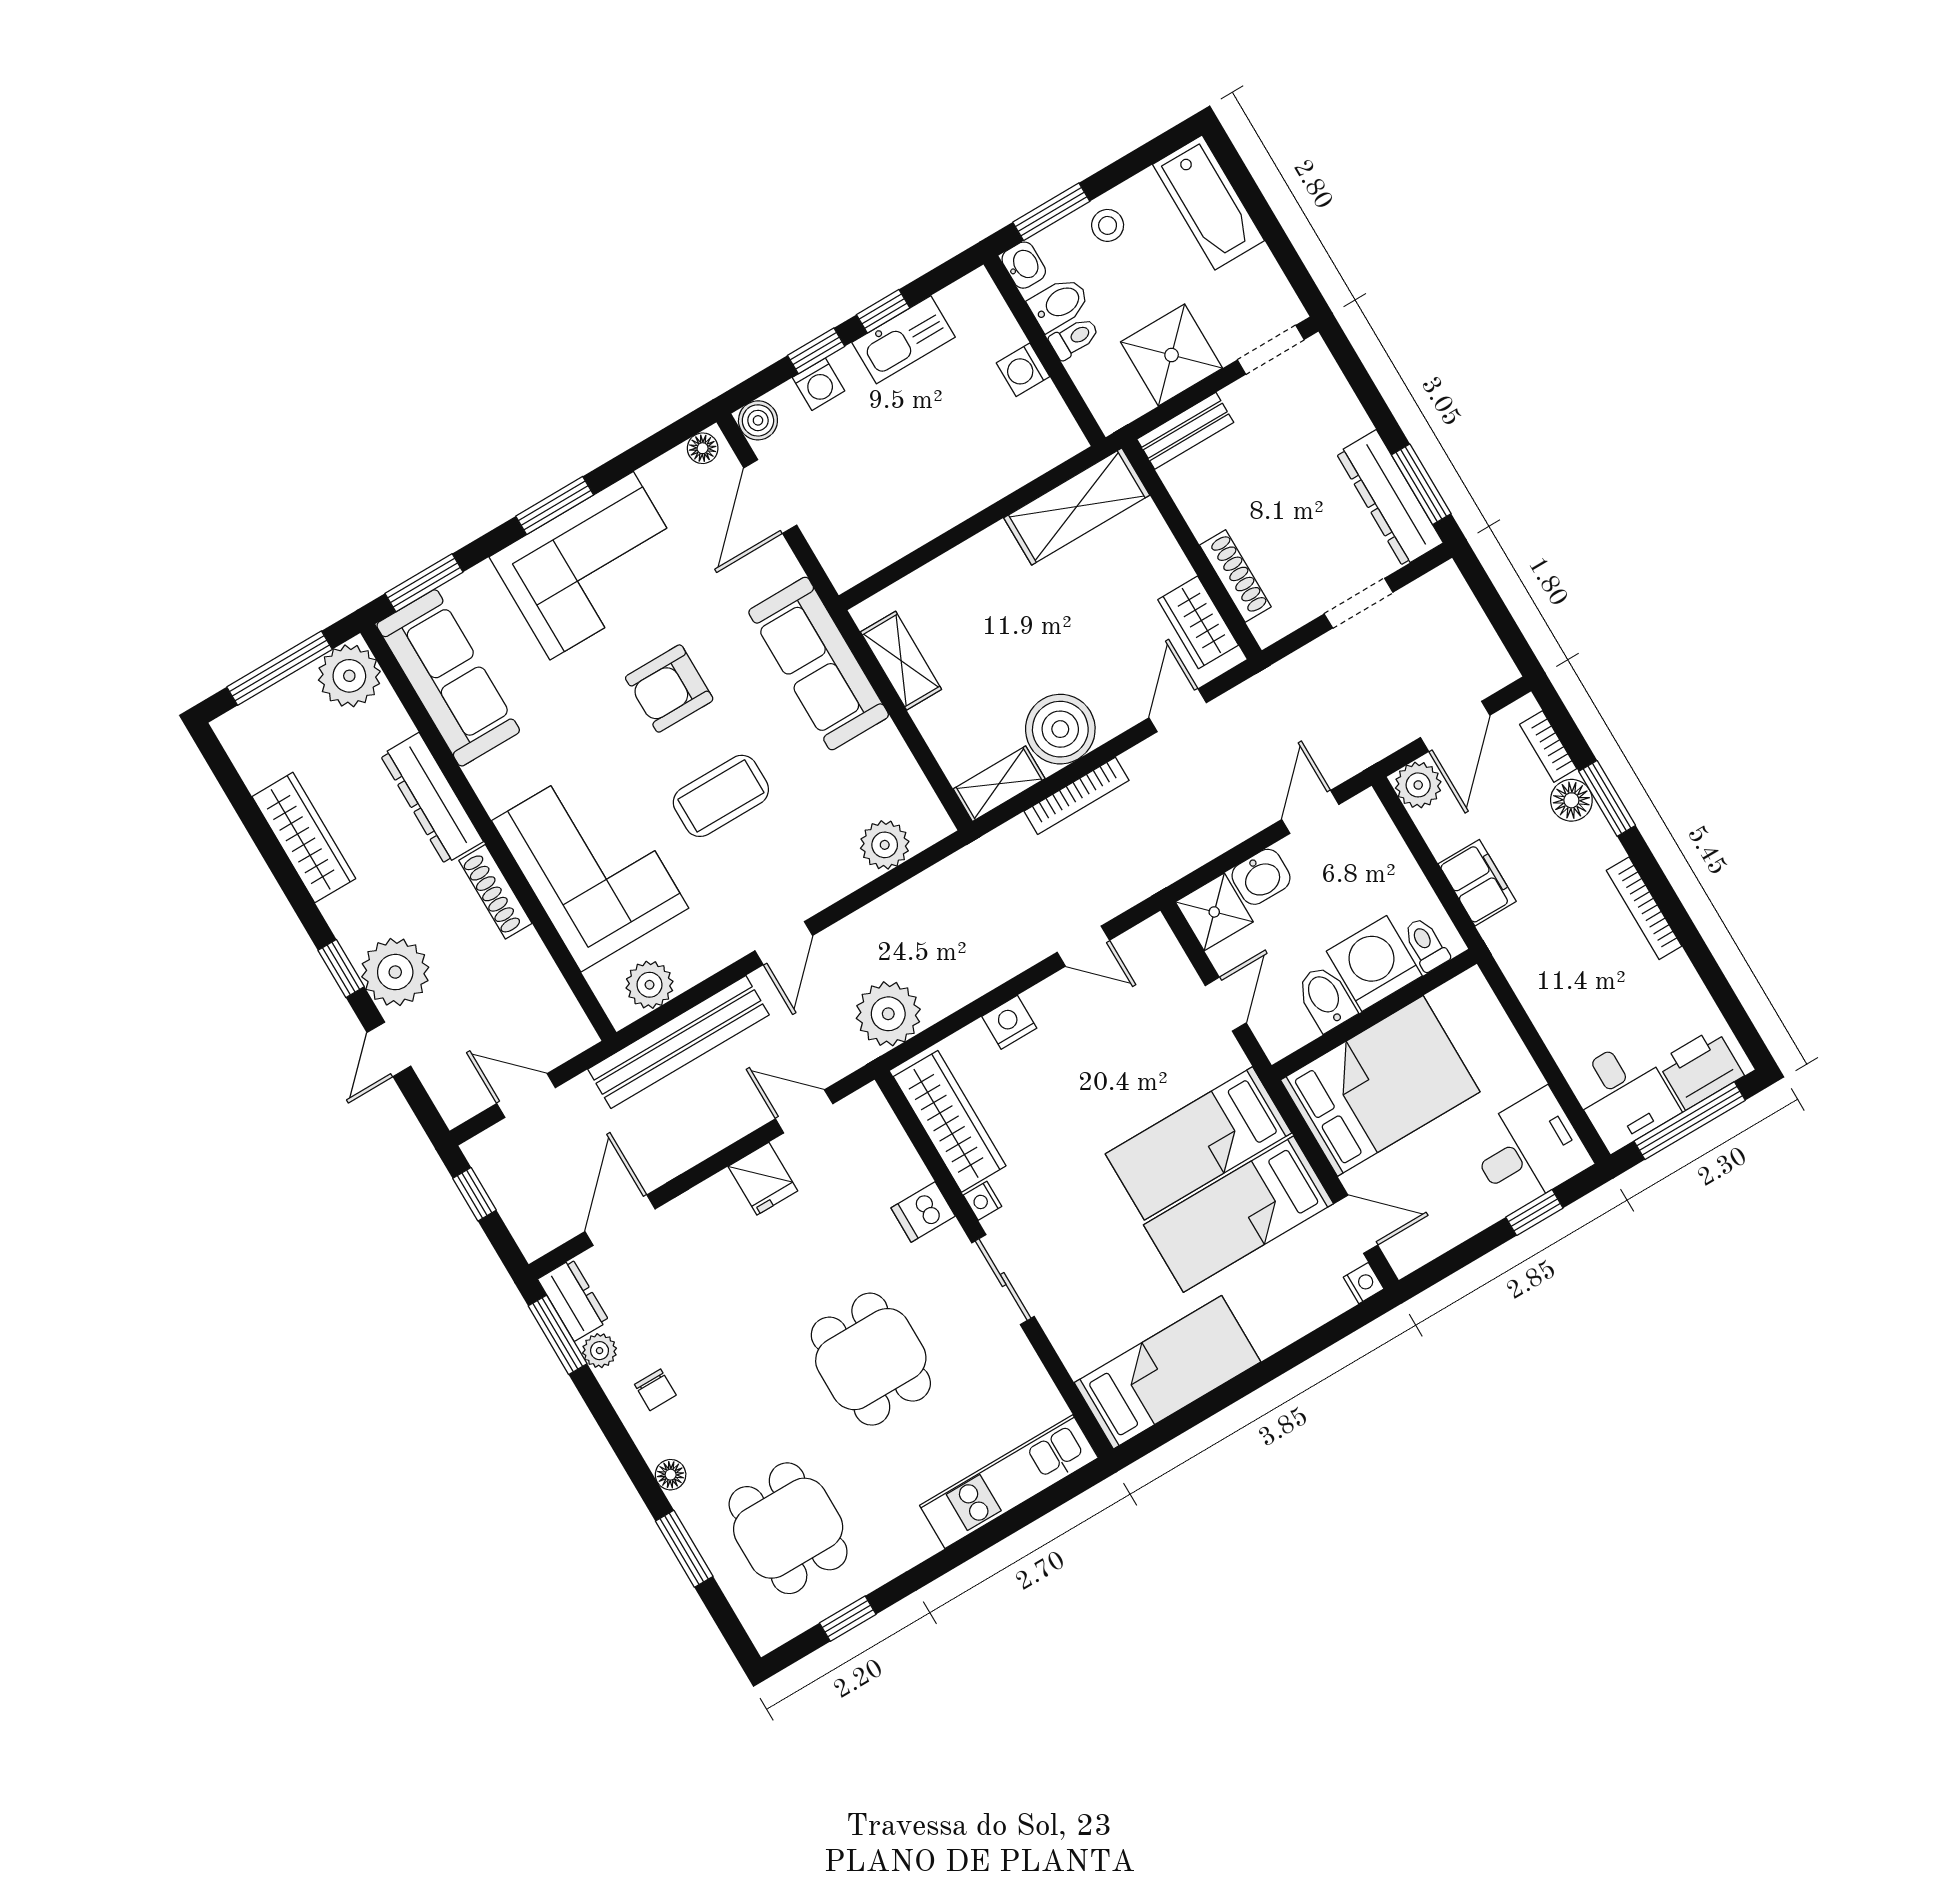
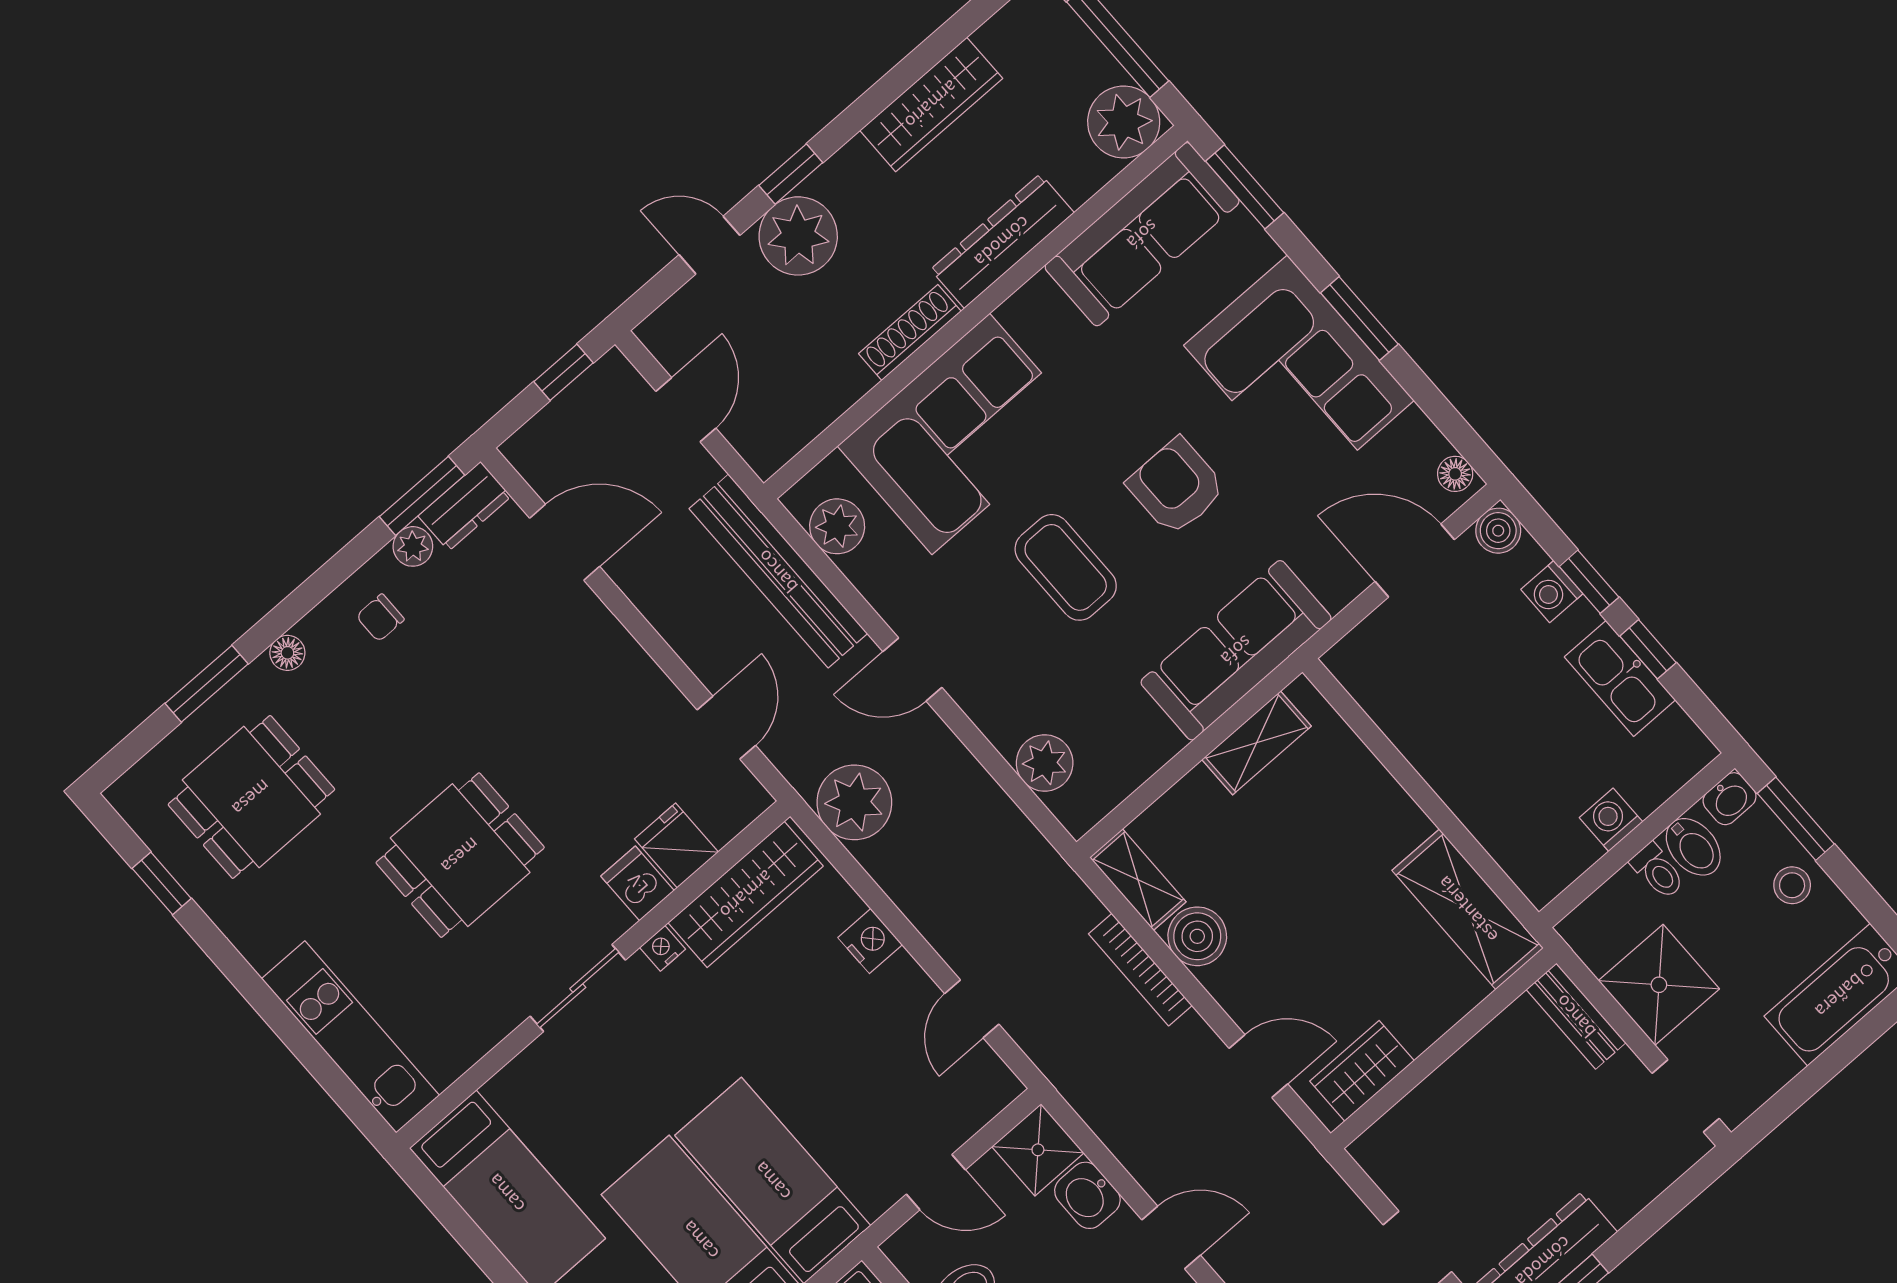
shoe rack: (1235, 576) -> (1422, 1103), removed
boiler: (1060, 729) -> (1197, 936), width x0.73, depth x0.73
fridge: (763, 1179) -> (676, 845), moved, turned 90

